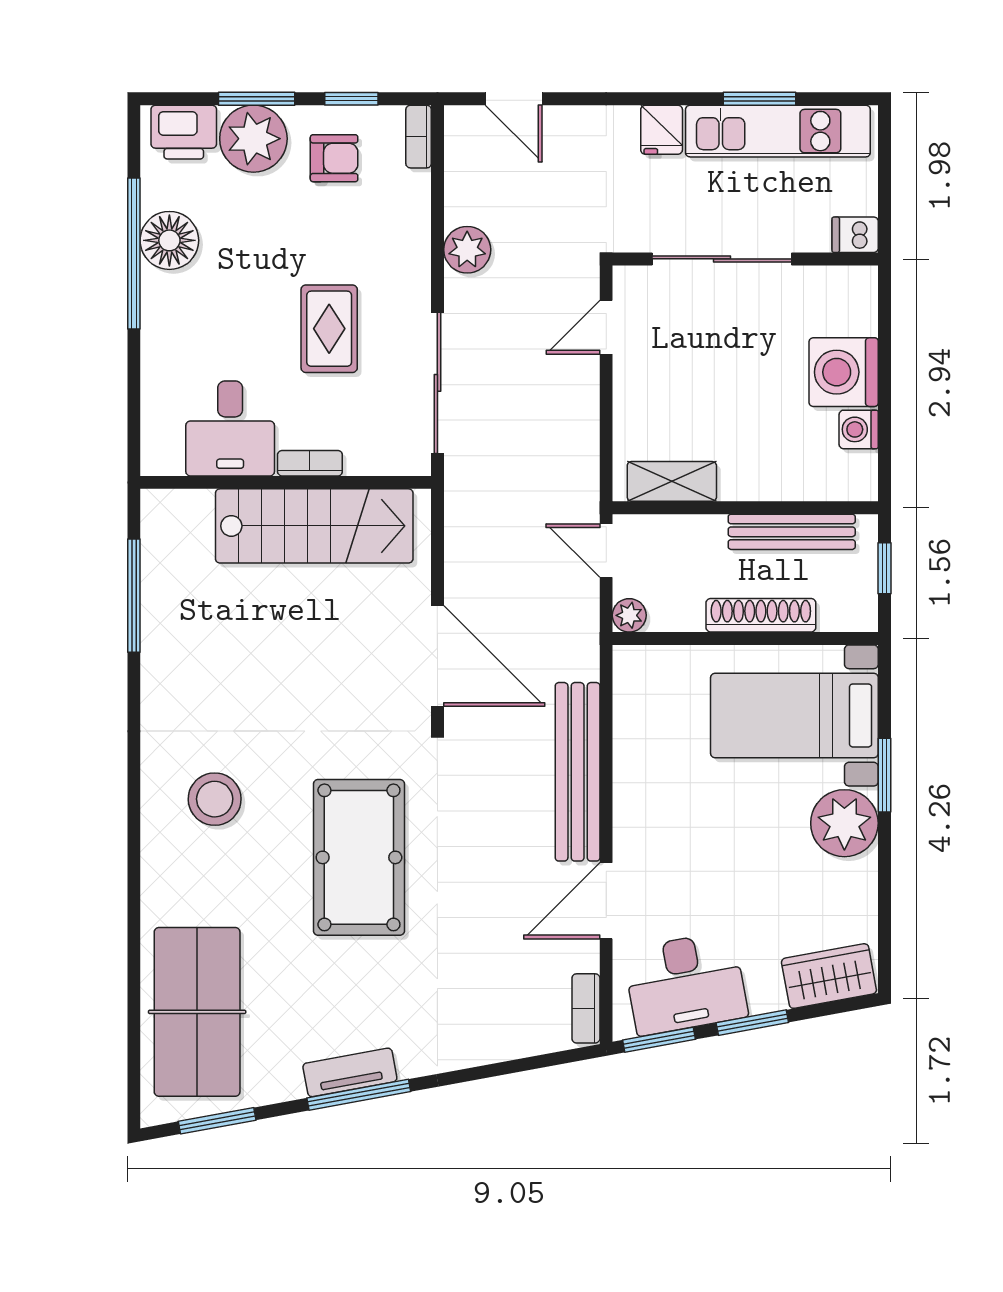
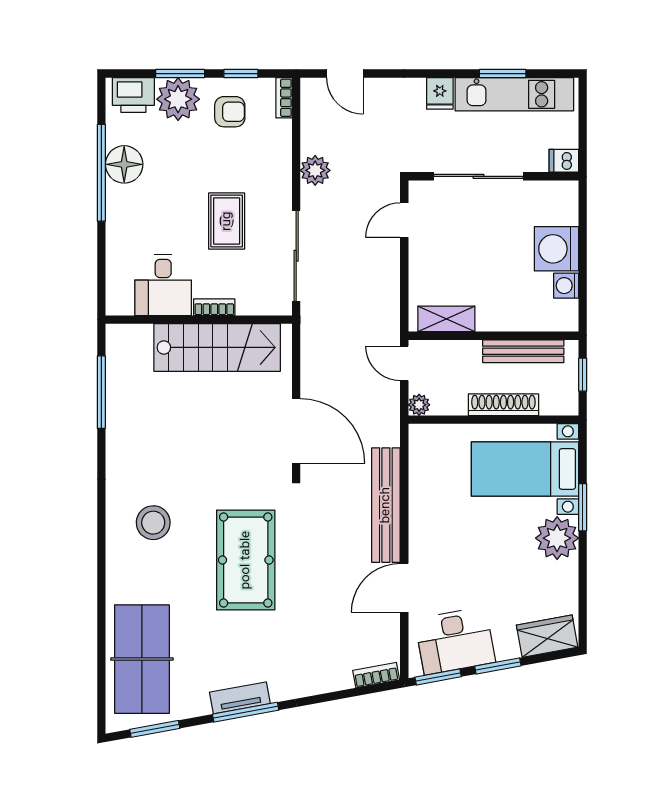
bookcase: (586, 1008) -> (376, 675), moved, turned 80

